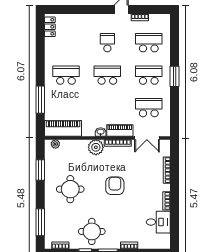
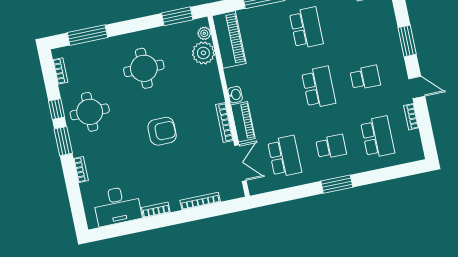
window: (89, 10) -> (407, 41), added
school desk: (149, 75) -> (331, 147), width x0.54
double door: (147, 138) -> (240, 163), swing flipped
plant: (96, 147) -> (203, 53), moved
window: (40, 170) -> (177, 16), moved
desk: (158, 222) -> (117, 206), width x1.37

